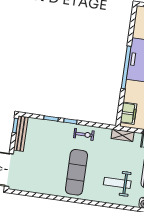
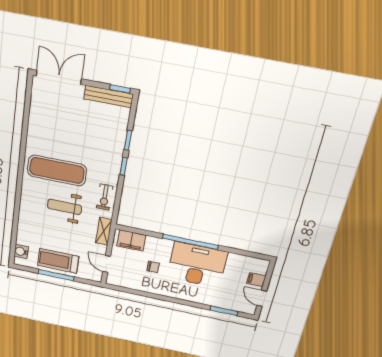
exercise bike: (84, 134) -> (105, 197), moved
weight bench: (117, 183) -> (64, 207), moved, turned -90

